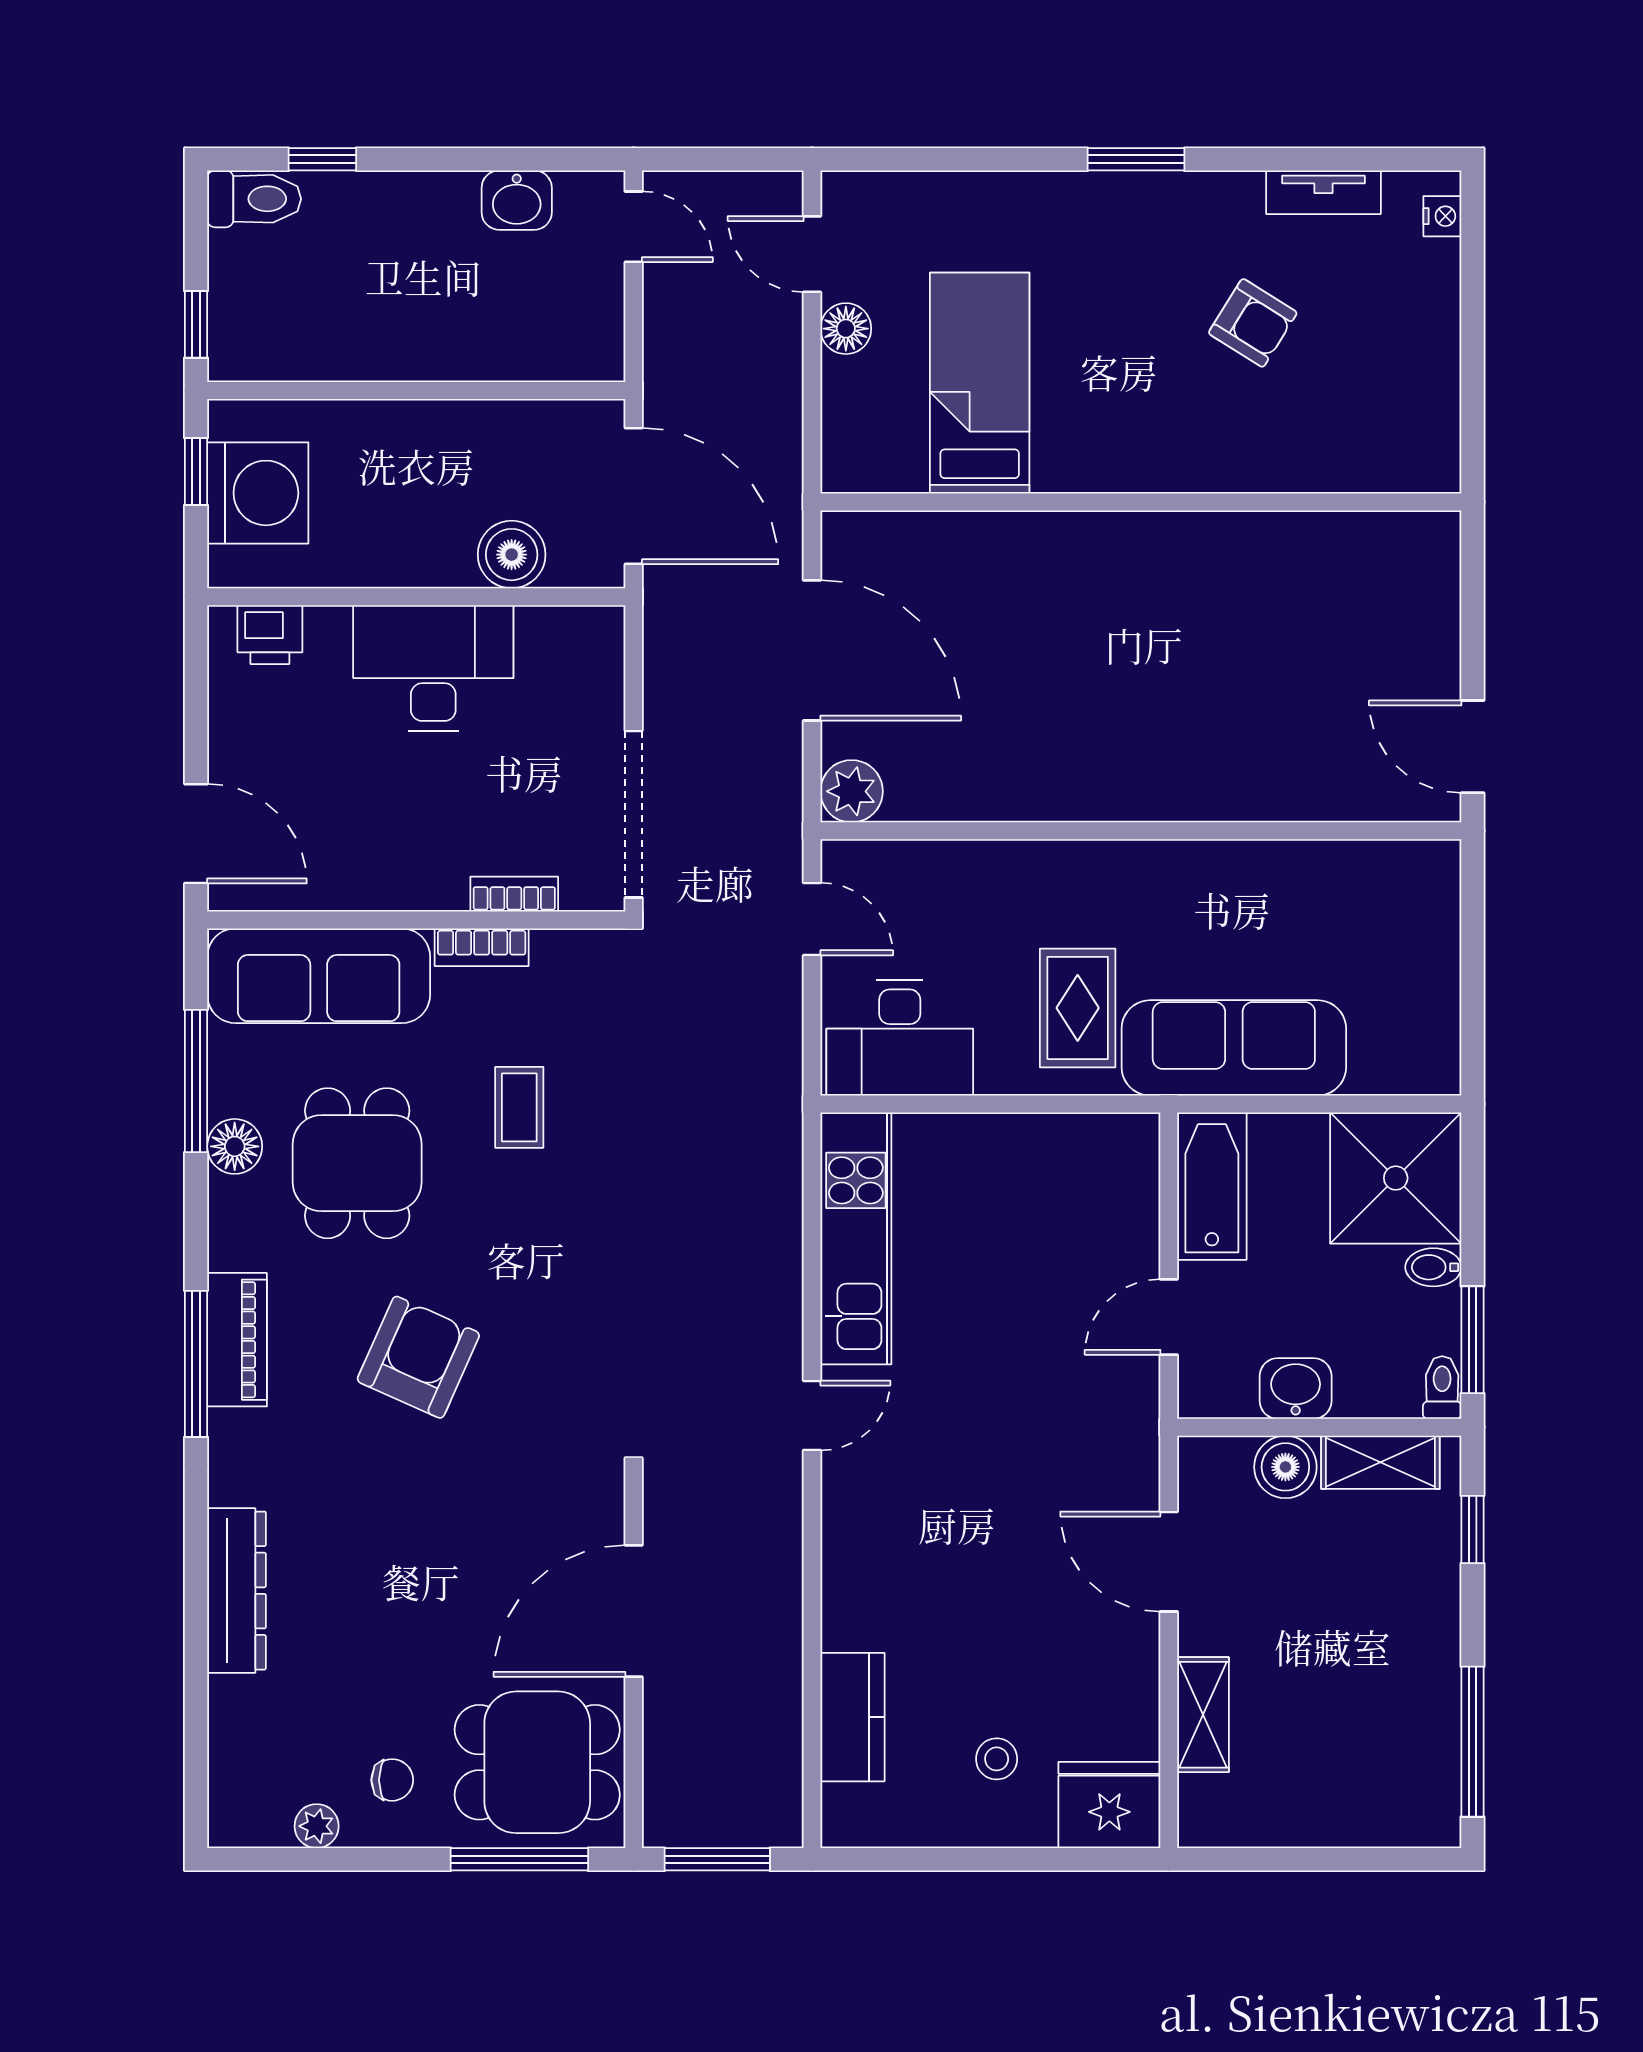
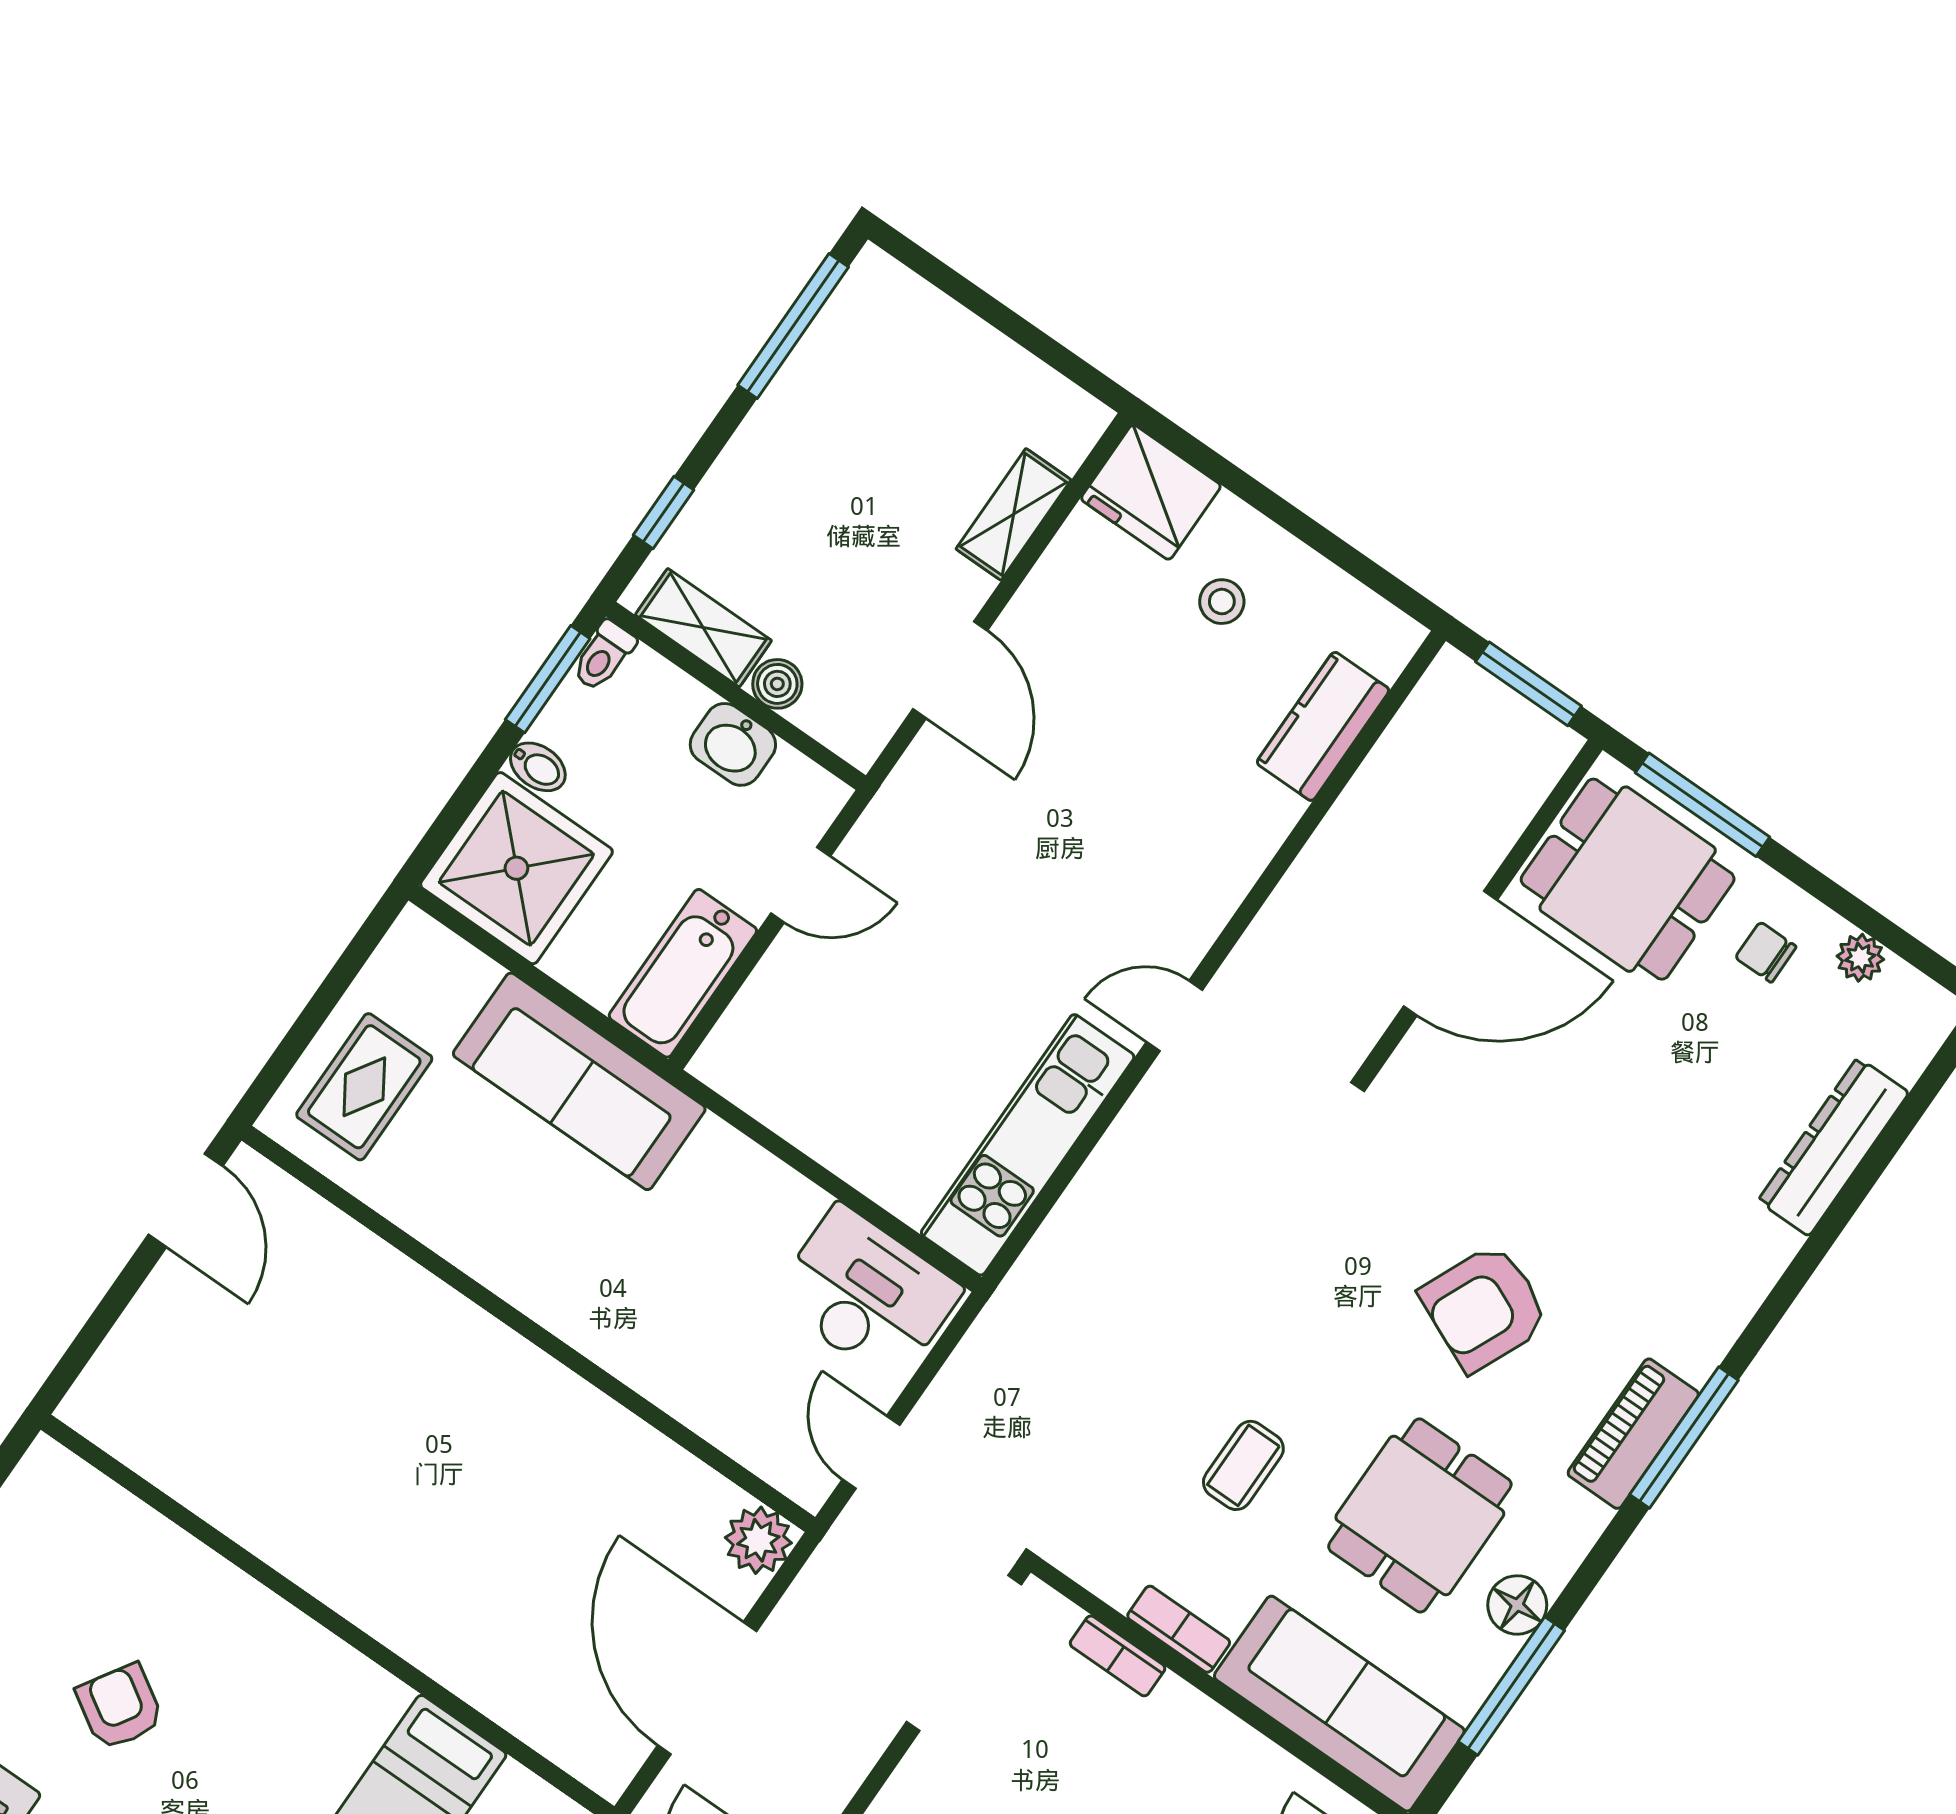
rug: (1078, 1008) -> (364, 1087), moved
boiler: (1285, 1467) -> (777, 684), width x0.73, depth x0.73
dresser: (237, 1591) -> (1833, 1147), moved

